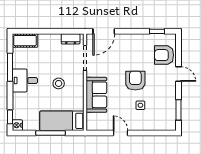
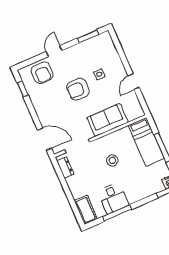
desk: (25, 80) -> (113, 198), moved

